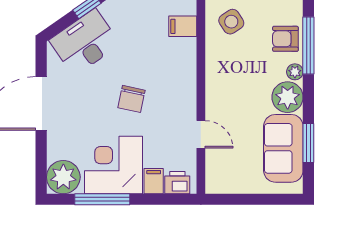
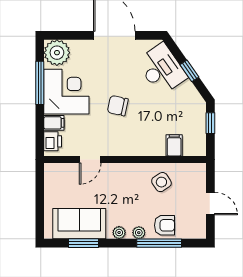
side table: (231, 22) -> (161, 182), moved
armchair: (285, 39) -> (164, 225), turned 90
plant: (288, 97) -> (119, 233), width x0.53, depth x0.53

